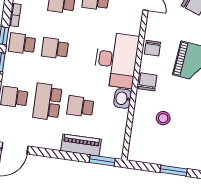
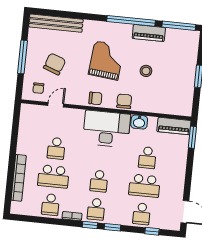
chair: (148, 82) -> (124, 101), turned 90
stool: (163, 118) -> (146, 71), moved
piano: (81, 145) -> (174, 126), moved, turned -90

